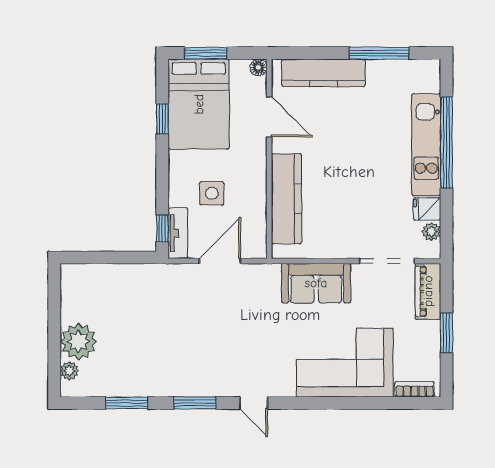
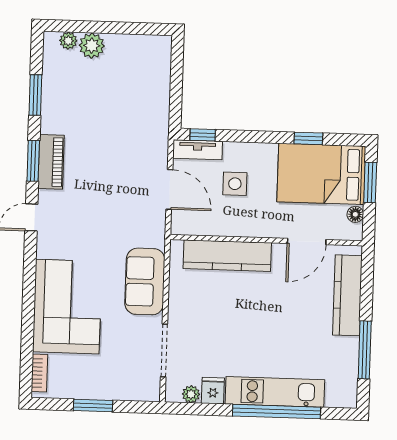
floor lamp: (258, 67) -> (355, 214), moved
piano: (428, 291) -> (51, 162), moved, turned 90
plant: (78, 341) -> (92, 46), width x0.73, depth x0.73

